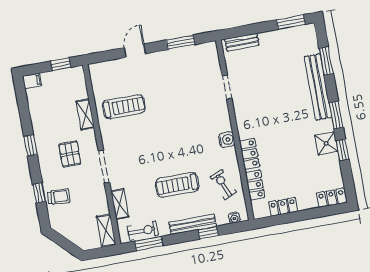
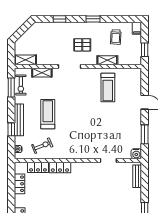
water cooler: (227, 140) -> (136, 154), moved
trolley: (59, 197) -> (116, 37), moved

